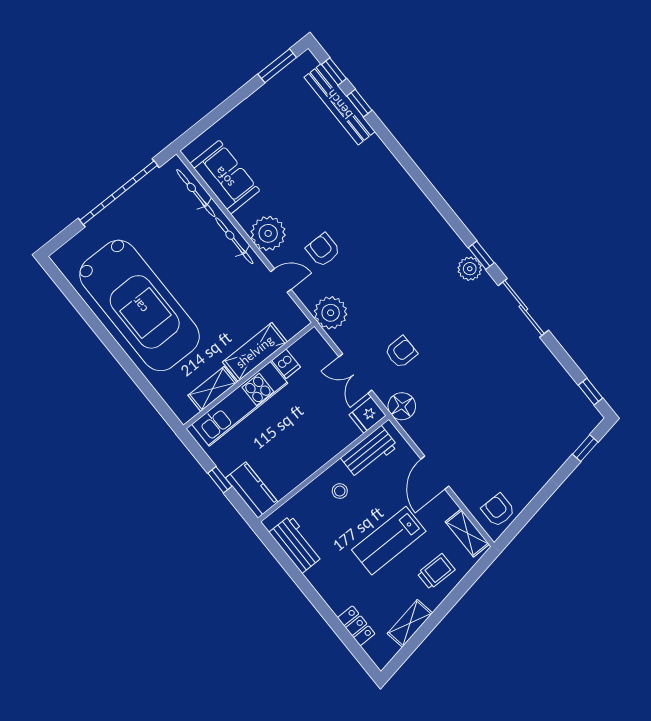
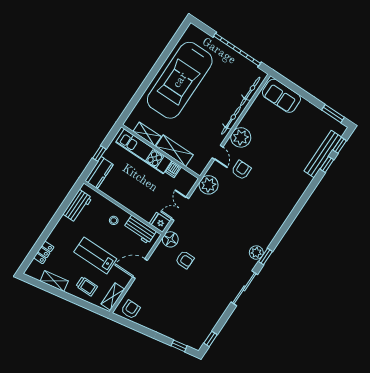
sofa: (225, 177) -> (281, 96), moved, turned 90
armchair: (401, 352) -> (185, 260), moved

